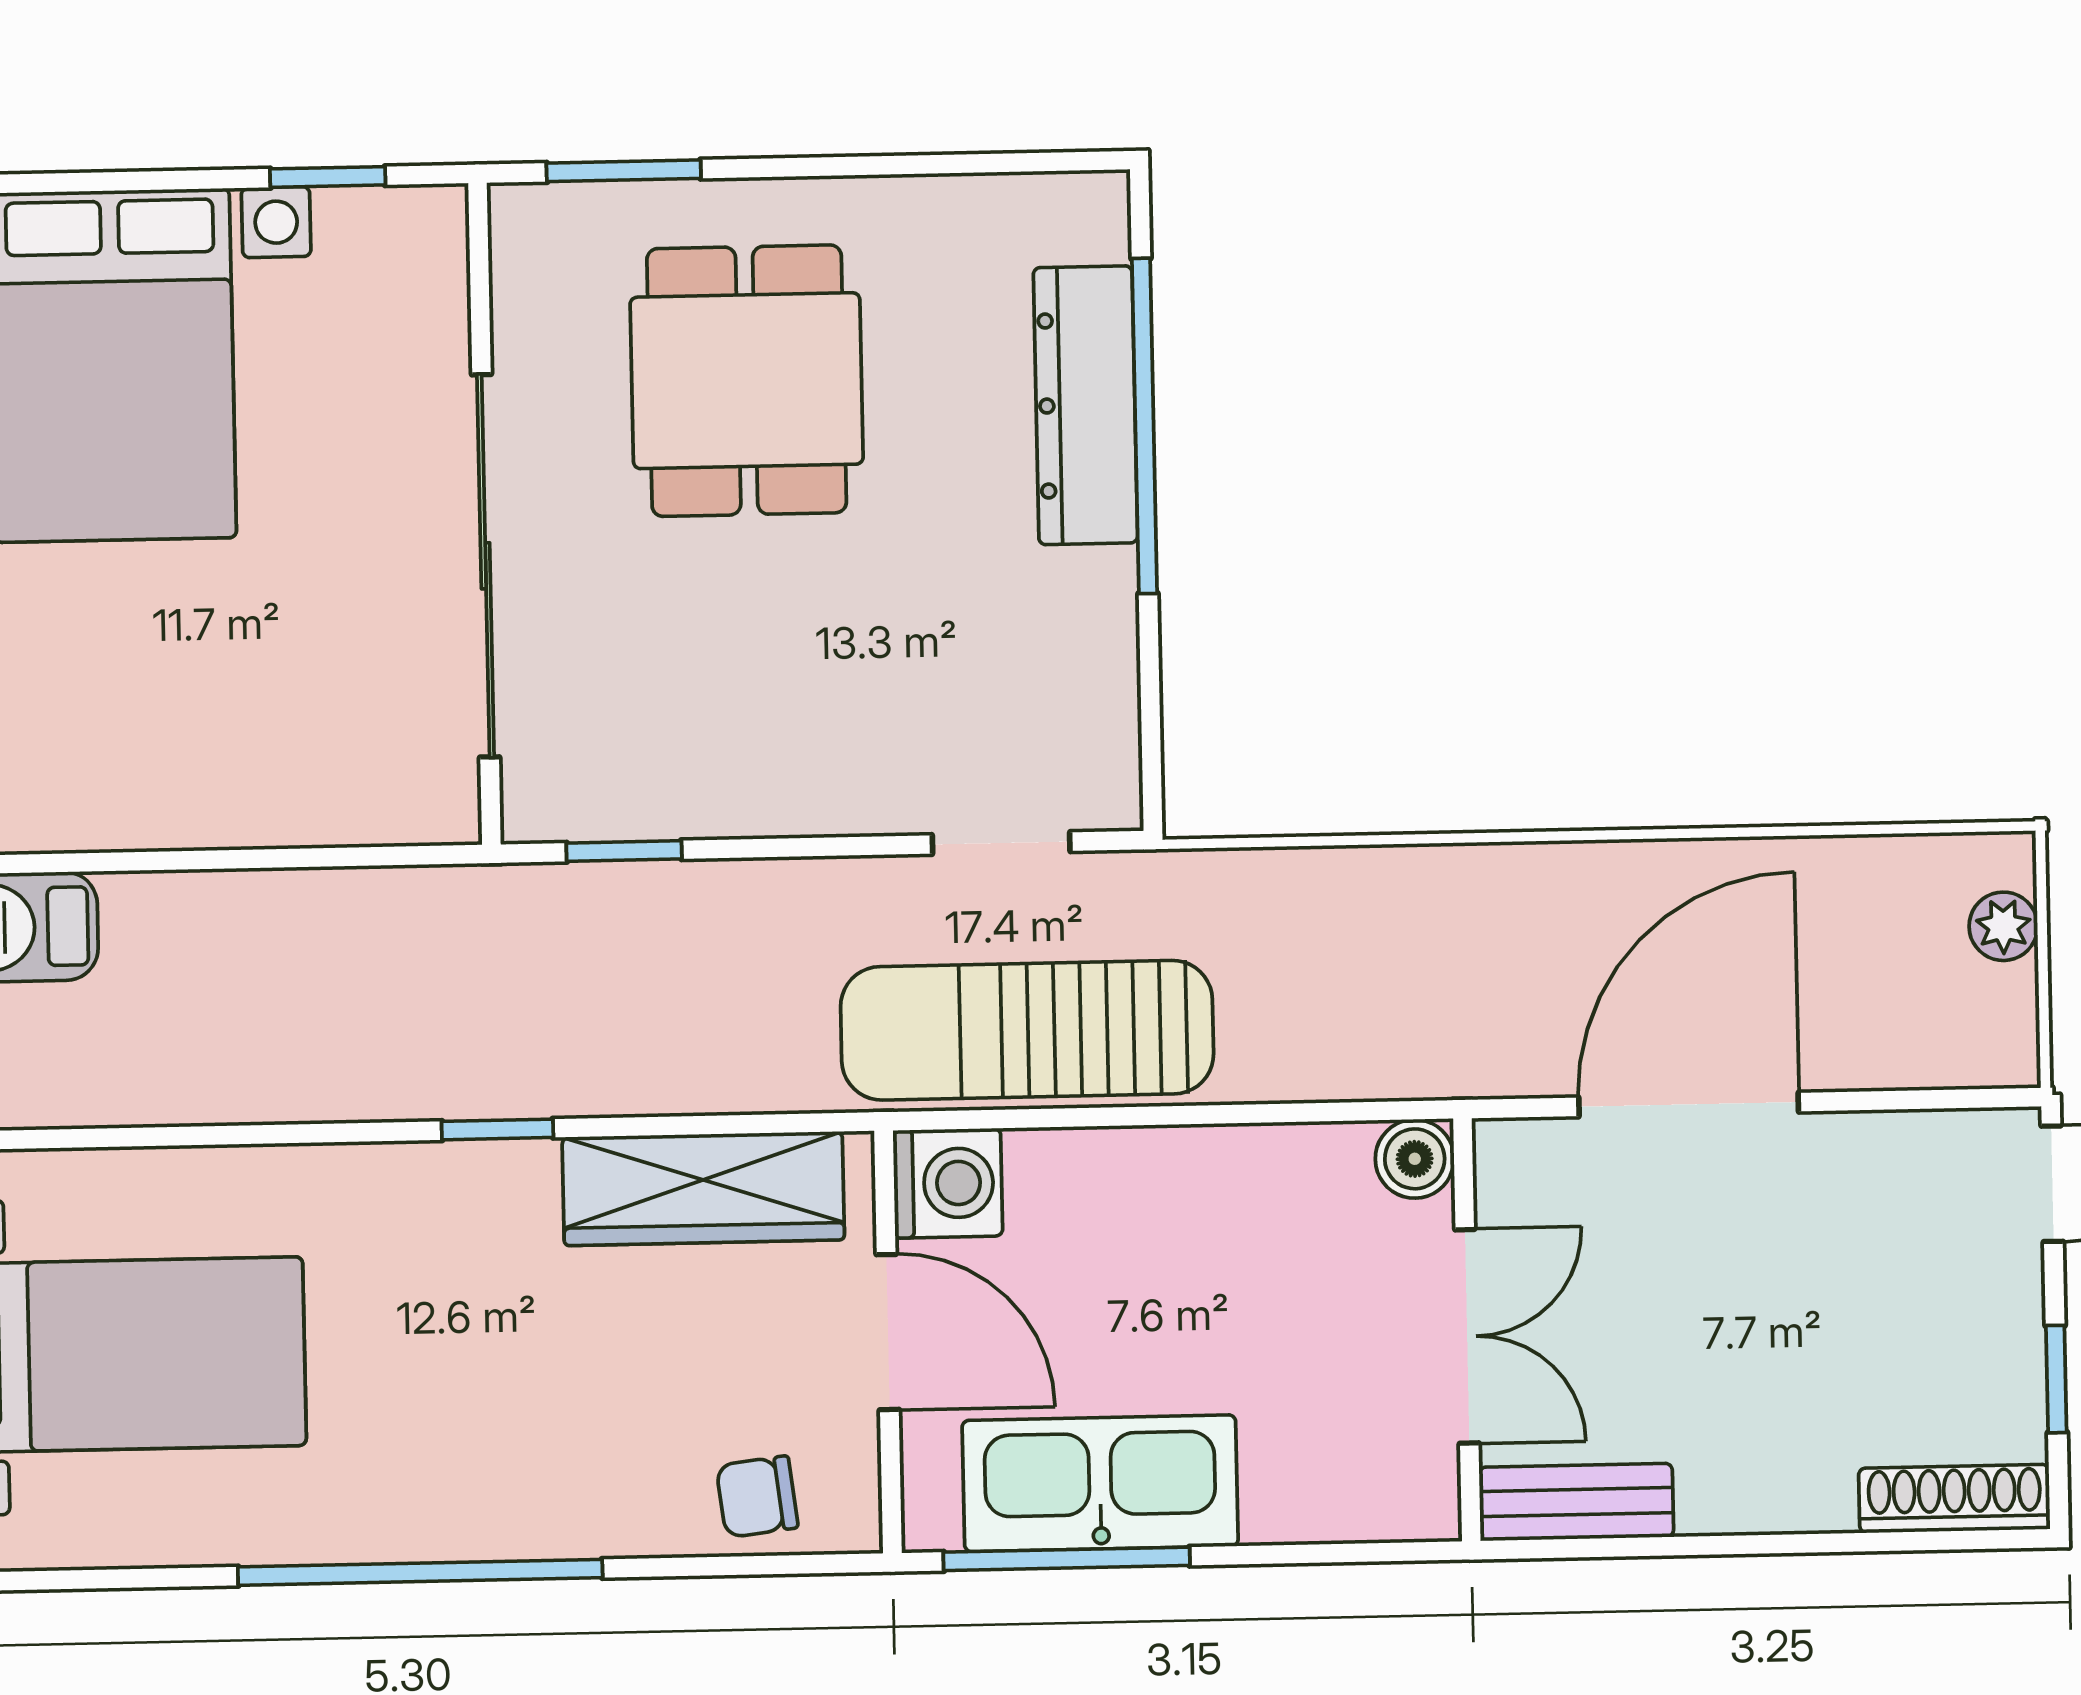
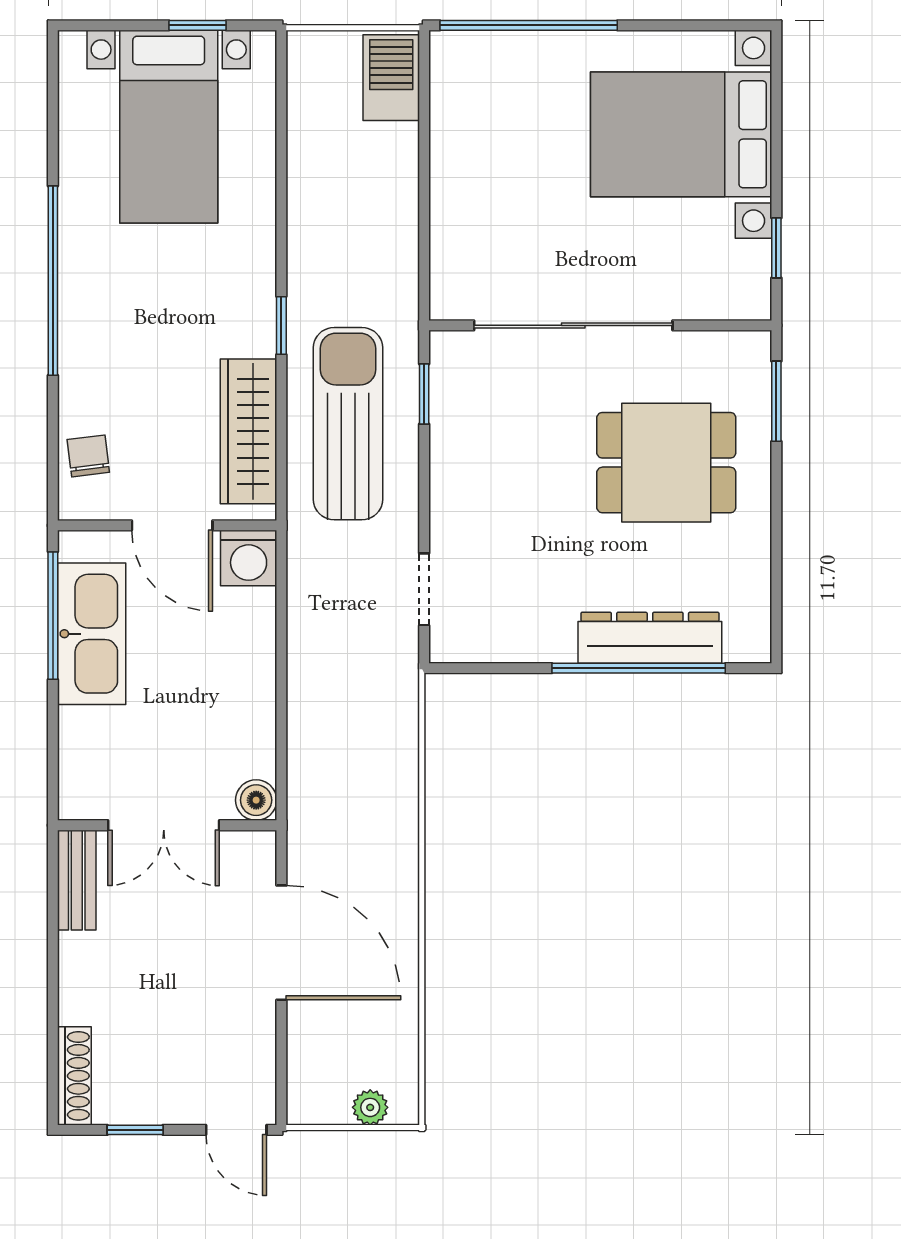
sun lounger: (1027, 1030) -> (348, 424), moved
door: (888, 1332) -> (172, 525), hinge flipped

